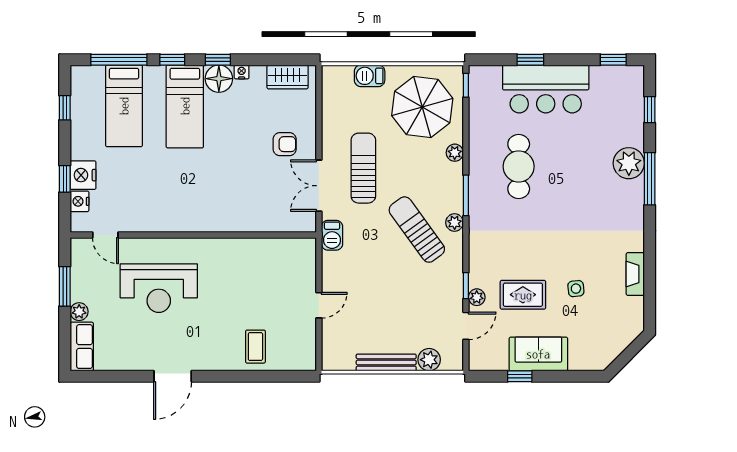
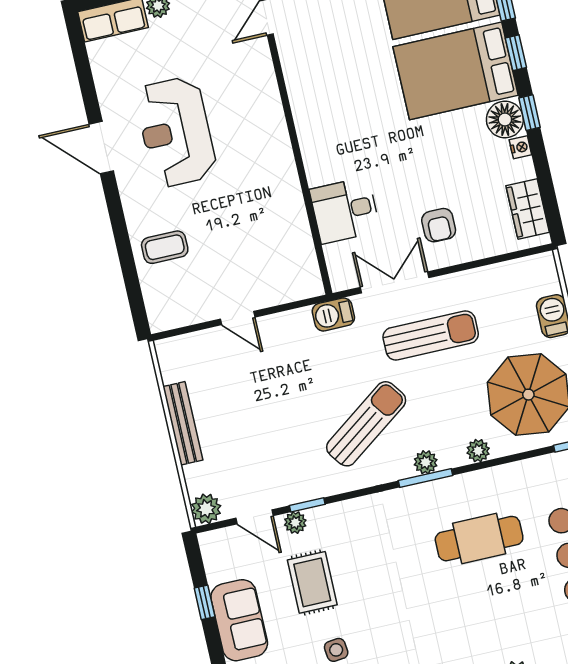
bed: (185, 106) -> (456, 71), width x1.50
desk: (258, 210) -> (345, 210), added
plant: (455, 223) -> (426, 462), moved
reception desk: (159, 288) -> (176, 132), moved
plant: (429, 360) -> (206, 509), moved

